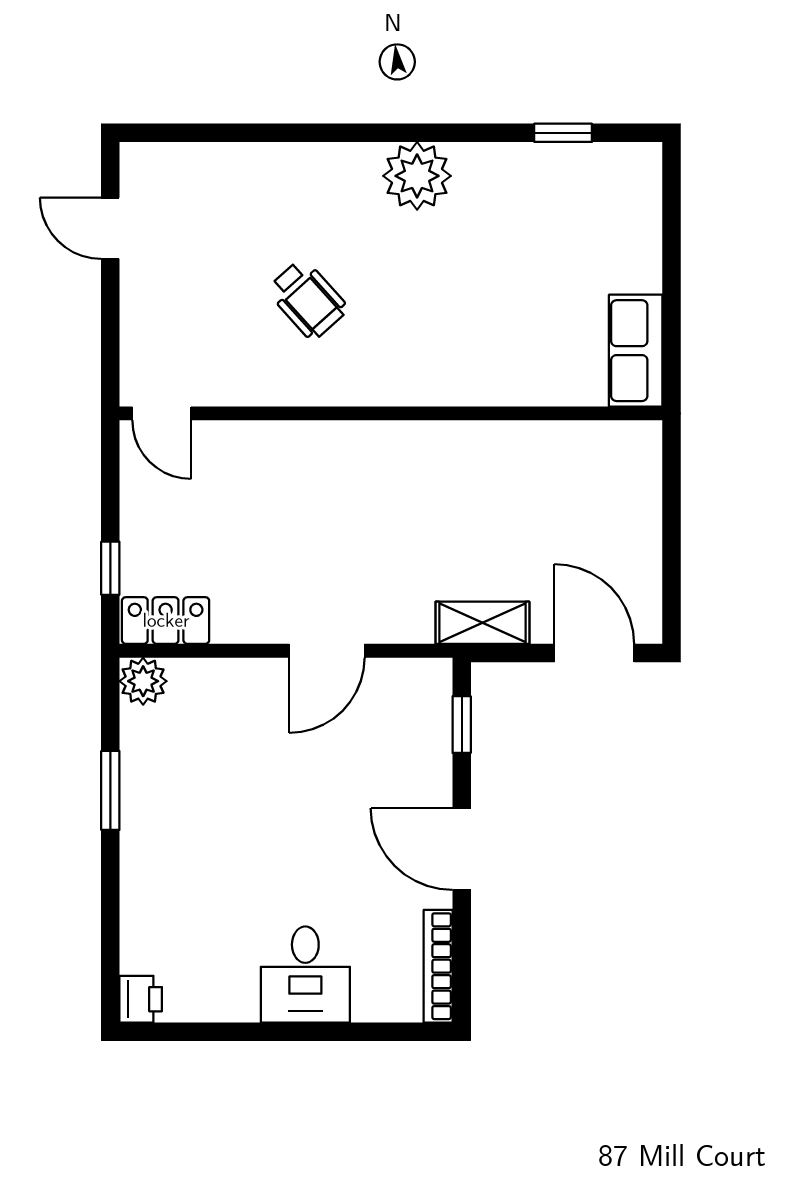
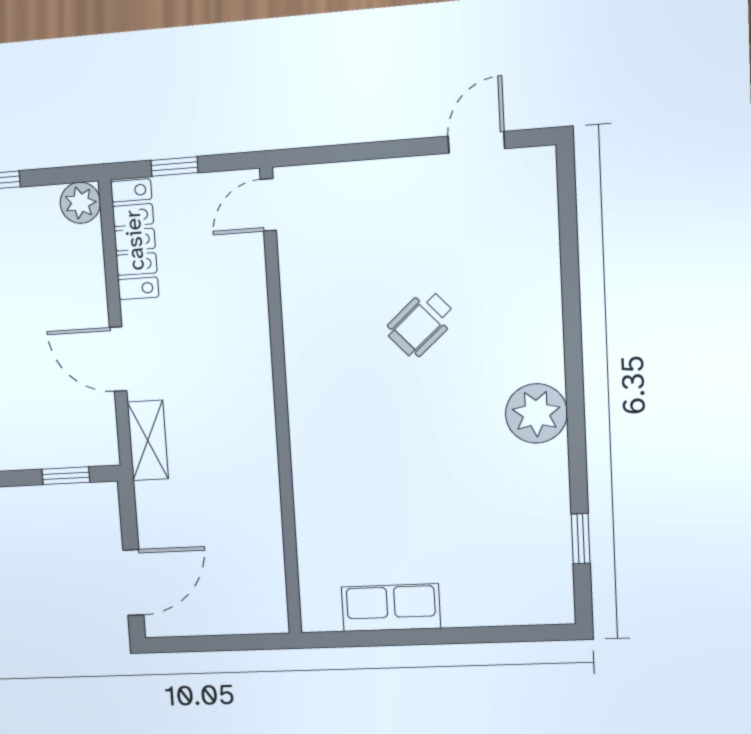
door: (162, 413) -> (268, 205), moved
wall: (391, 413) -> (281, 405), moved
locker: (166, 621) -> (135, 240), width x1.53
shelving: (482, 623) -> (148, 440), moved

